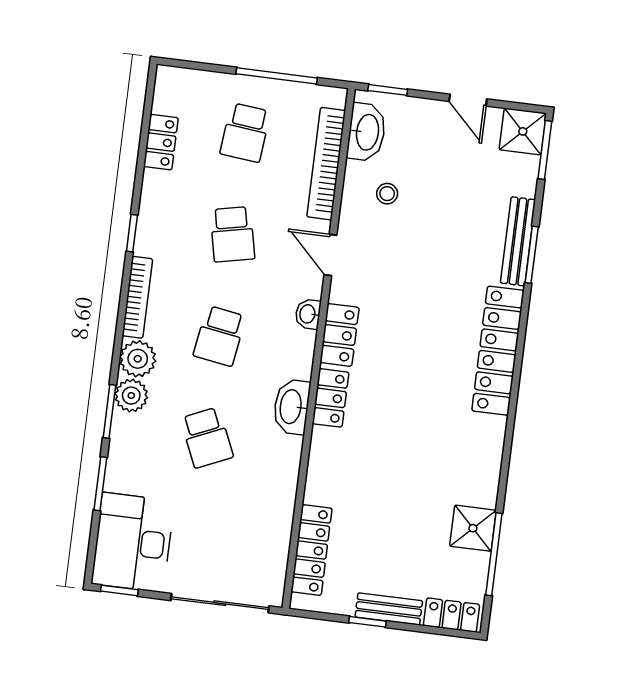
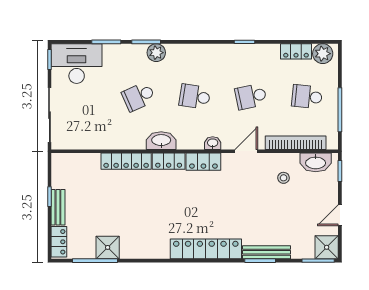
bookcase: (137, 297) -> (210, 49), removed
plant: (138, 359) -> (323, 54), moved
locker: (312, 550) -> (126, 161), moved

